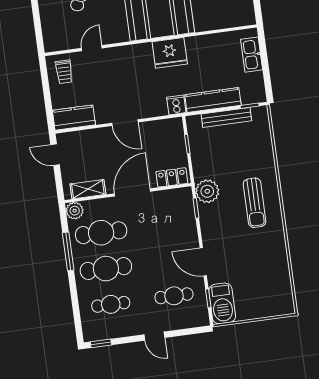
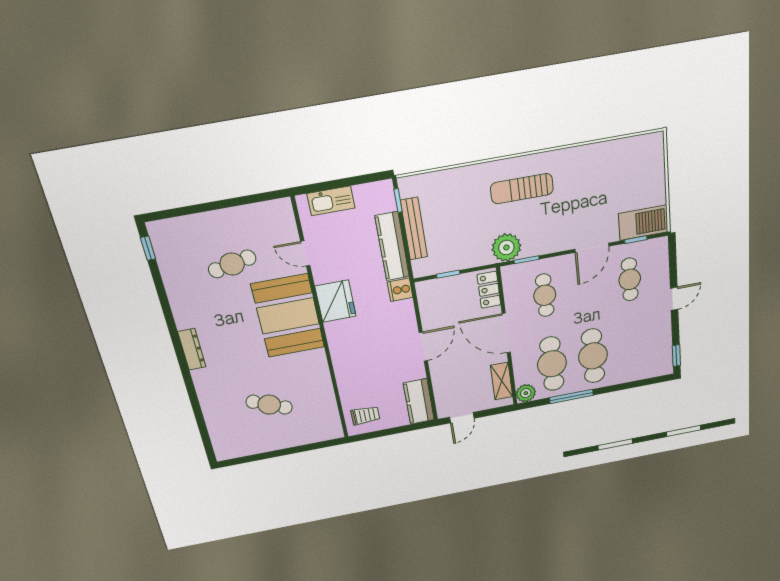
door: (92, 48) -> (305, 253), moved
sun lounger: (255, 203) -> (522, 189), turned 180
cafe table: (111, 304) -> (545, 295), moved

